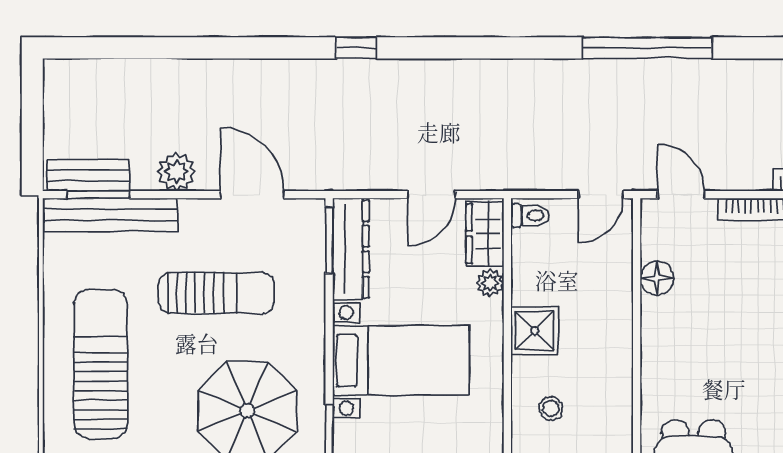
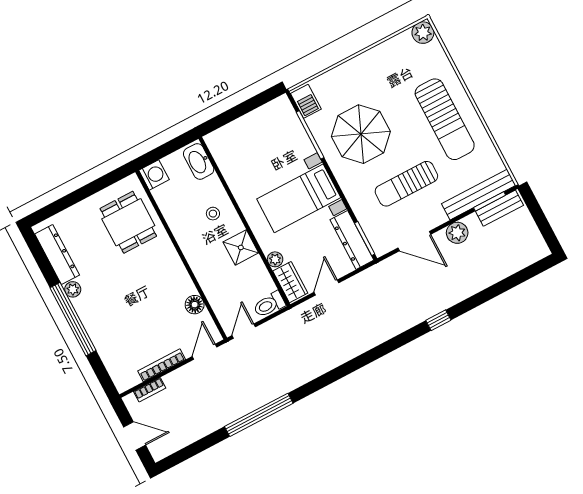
window: (356, 48) -> (438, 320), moved
door: (681, 195) -> (204, 352), swing flipped
toilet: (530, 216) -> (269, 305), width x1.37, depth x1.39

